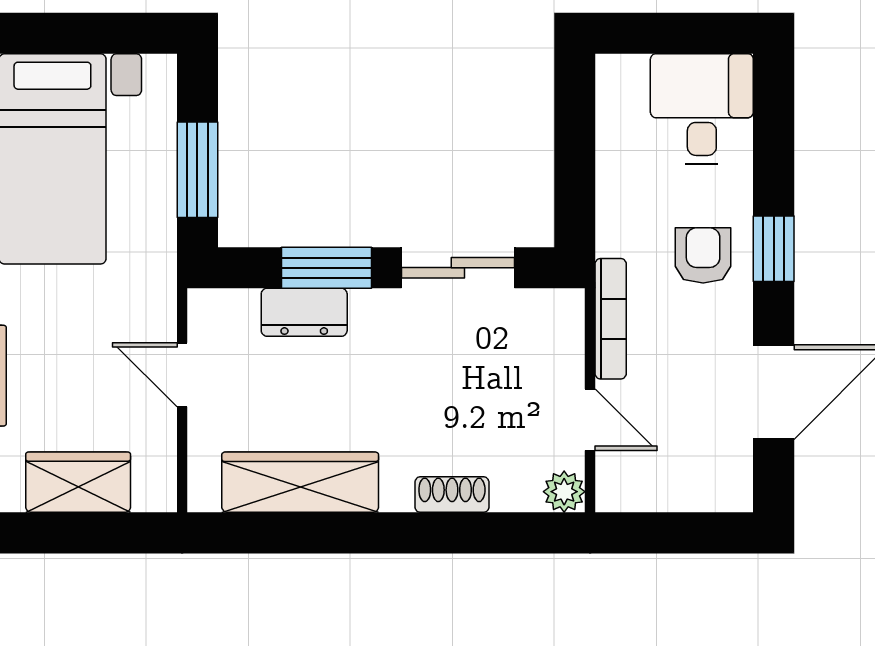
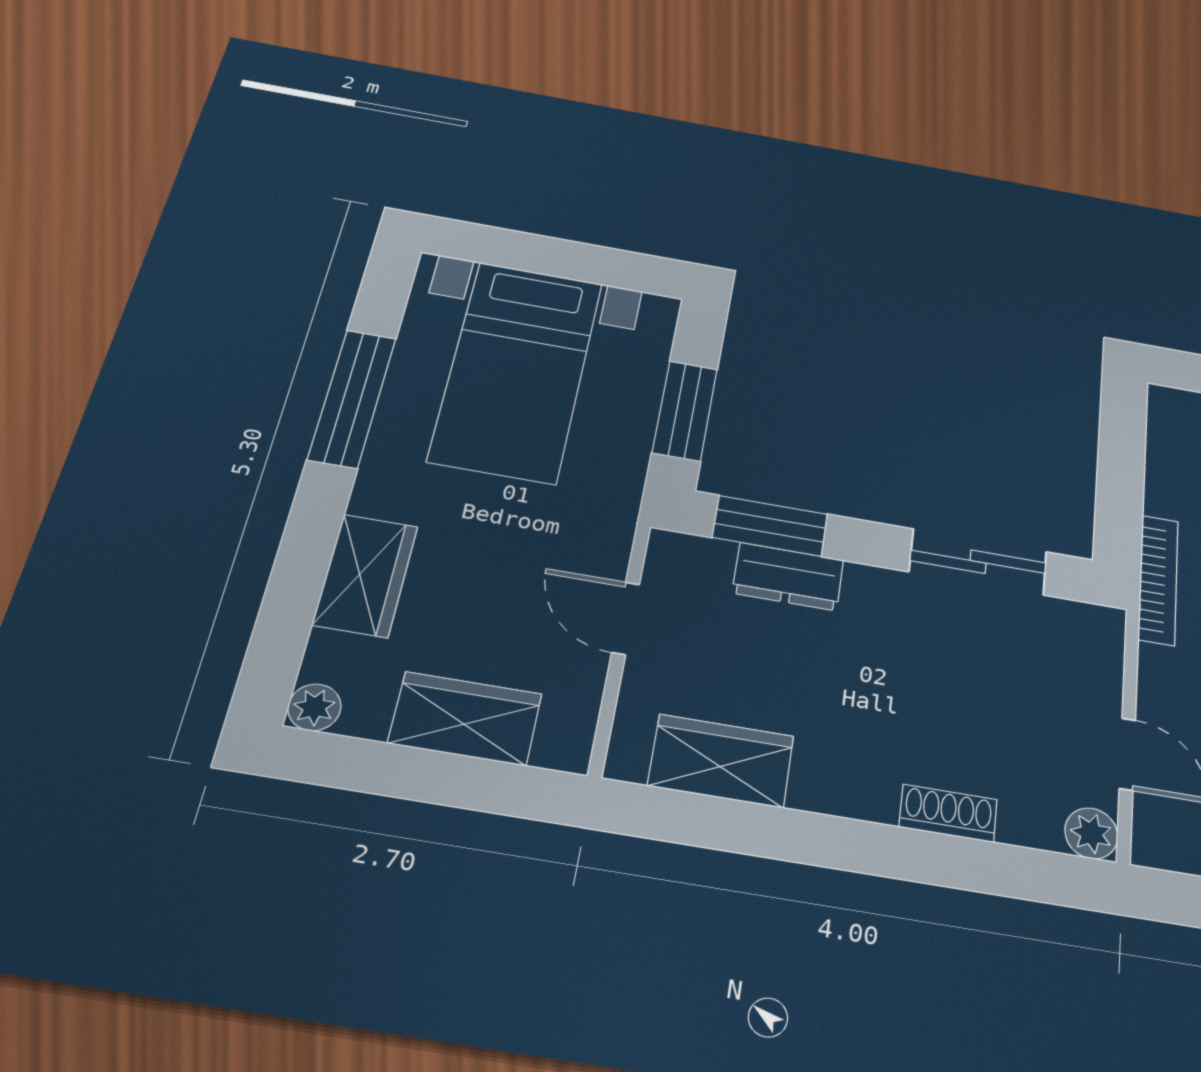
window: (327, 268) -> (770, 526), moved
bookcase: (611, 319) -> (1158, 580), moved
wardrobe: (300, 482) -> (721, 761), width x0.67

